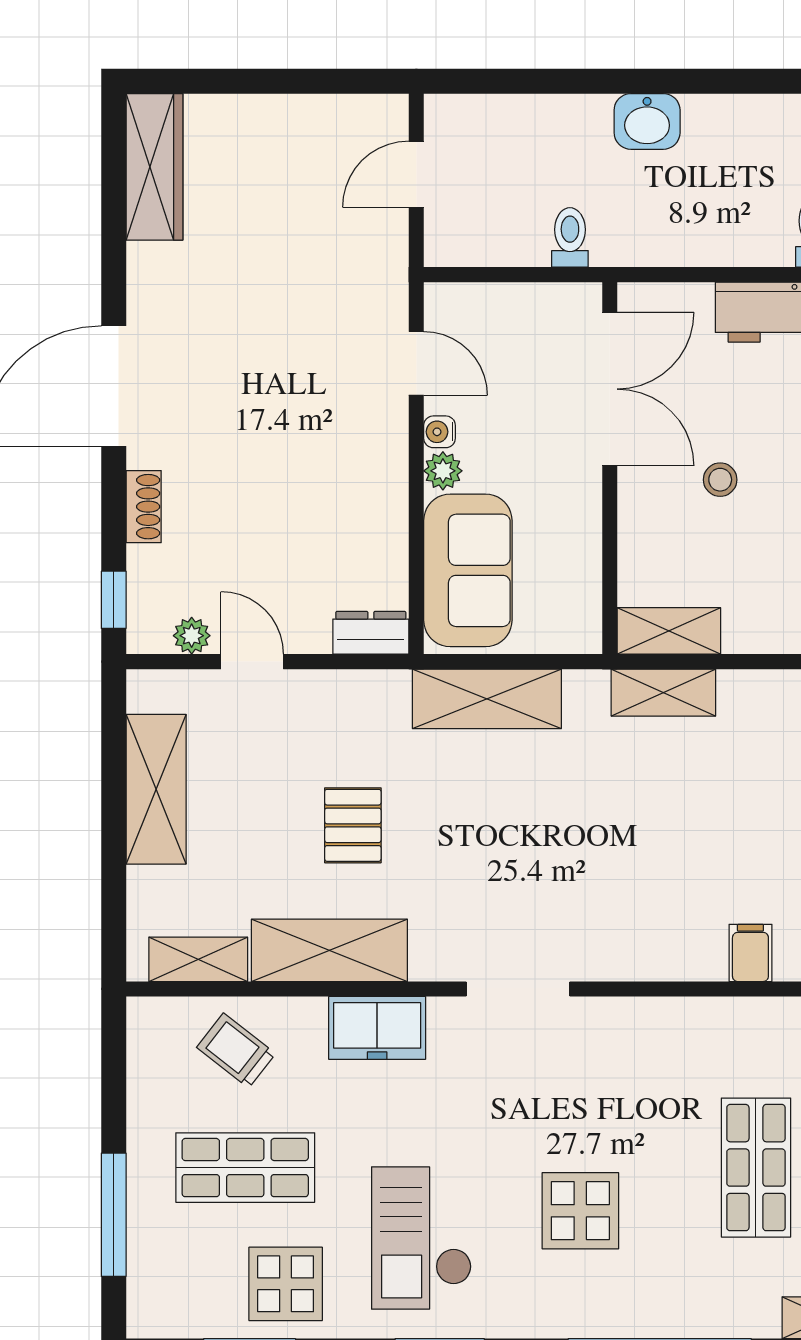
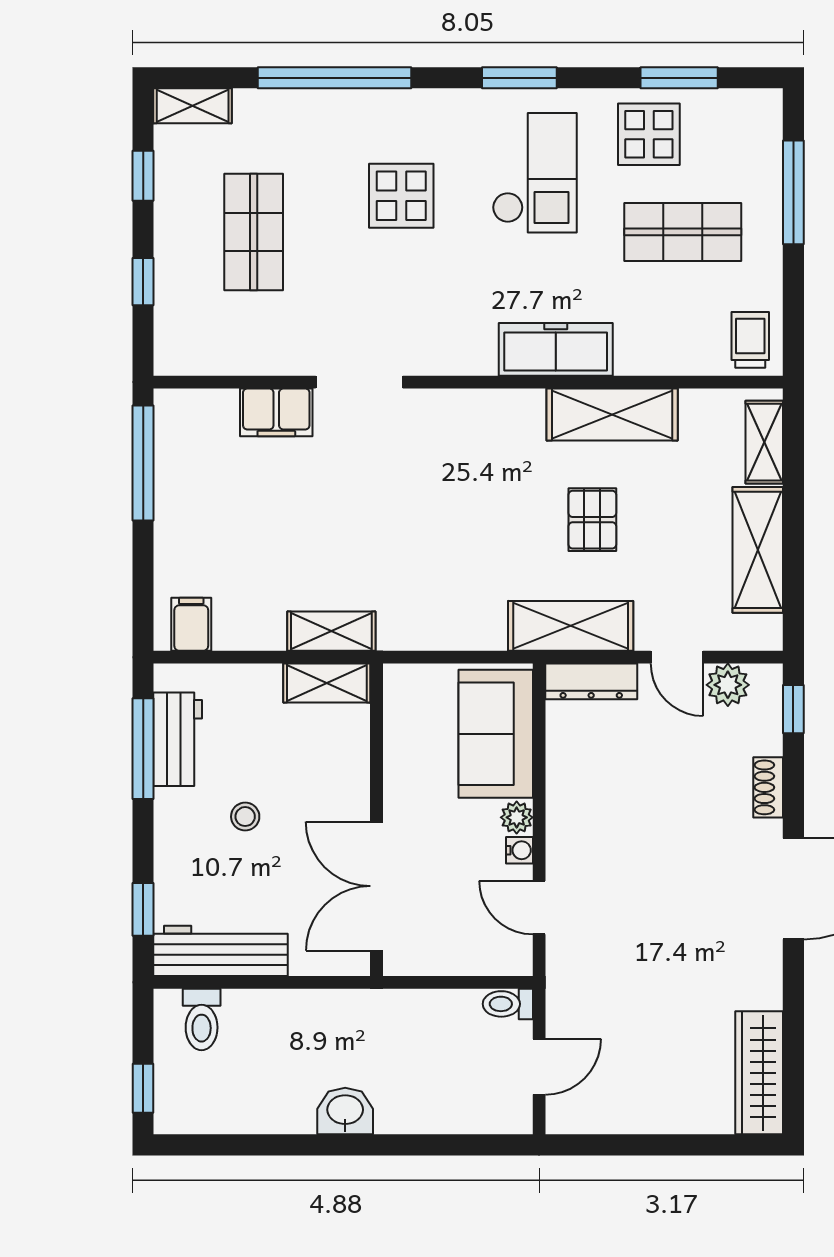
toilet: (570, 237) -> (508, 1004), moved, turned 90
stool: (720, 480) -> (245, 817), moved
dresser: (371, 633) -> (591, 681), width x1.44
plant: (192, 636) -> (728, 685), width x1.38, depth x1.38
shelving: (487, 699) -> (571, 626), moved
filing cabinet: (750, 953) -> (276, 412), width x2.00
shelving: (198, 959) -> (764, 442), moved, turned 90
doorway: (518, 989) -> (359, 382), moved
freezer: (377, 1028) -> (556, 349), width x1.40
trolley: (236, 1051) -> (750, 340), moved, turned -128

